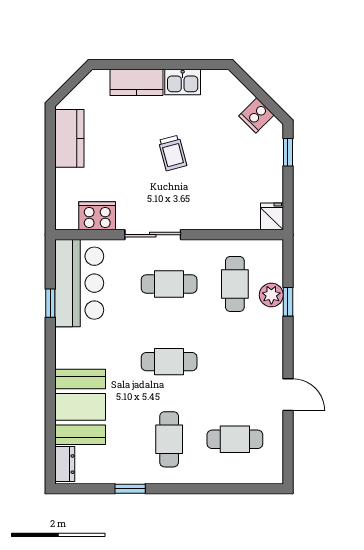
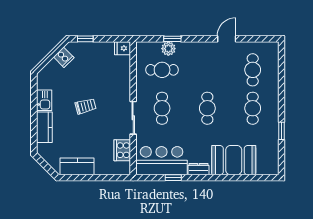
cafe table: (169, 439) -> (253, 108), turned 90
dresser: (65, 464) -> (199, 169), moved

